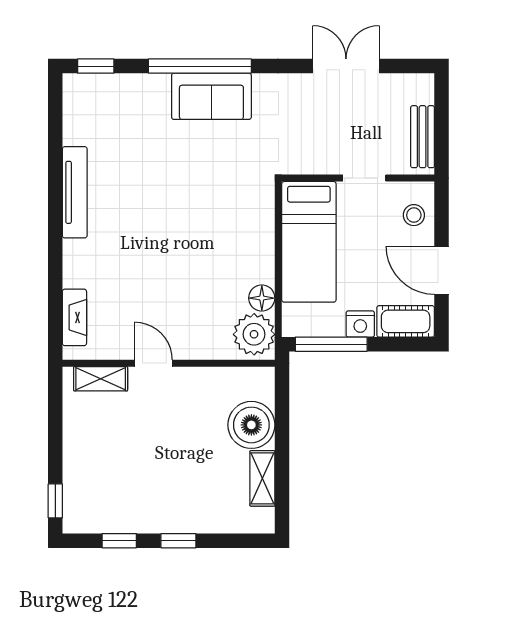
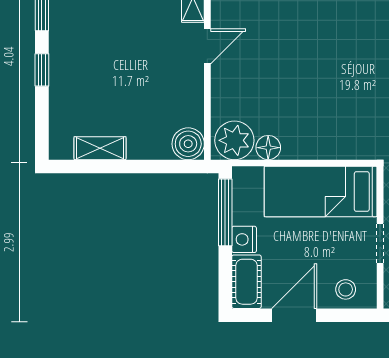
boiler: (251, 425) -> (188, 144), moved, width x0.73, depth x0.73

